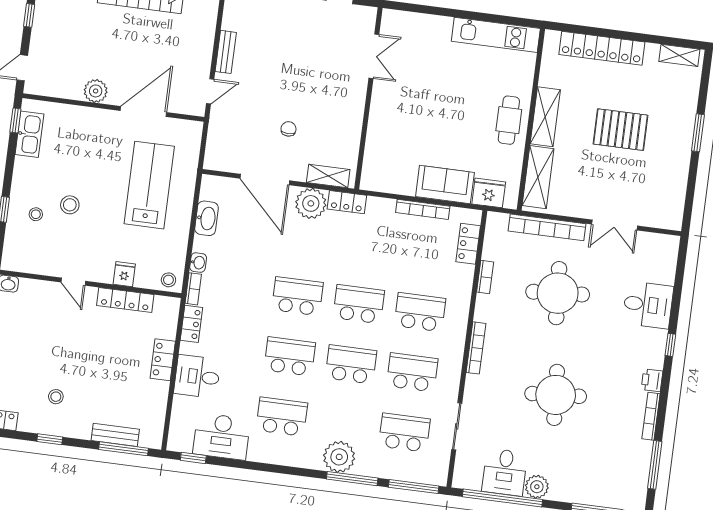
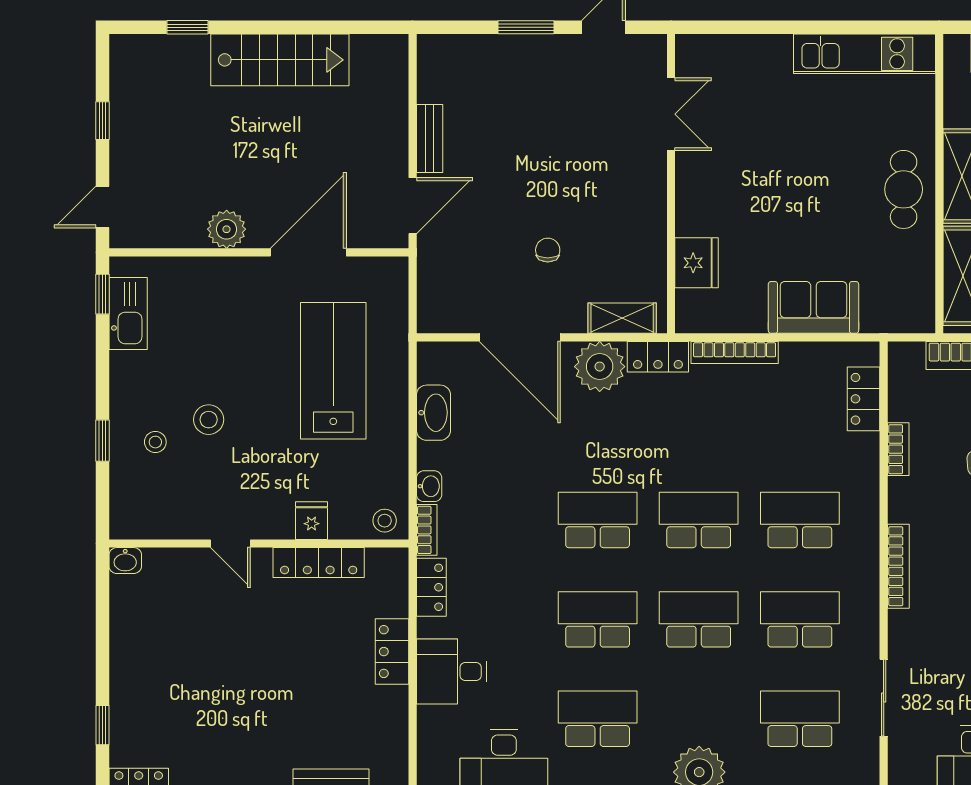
door: (210, 91) -> (413, 206), width x1.38
fridge: (489, 193) -> (697, 263), moved, turned 90
bookcase: (423, 209) -> (735, 352), moved
stool: (56, 397) -> (226, 734), removed

